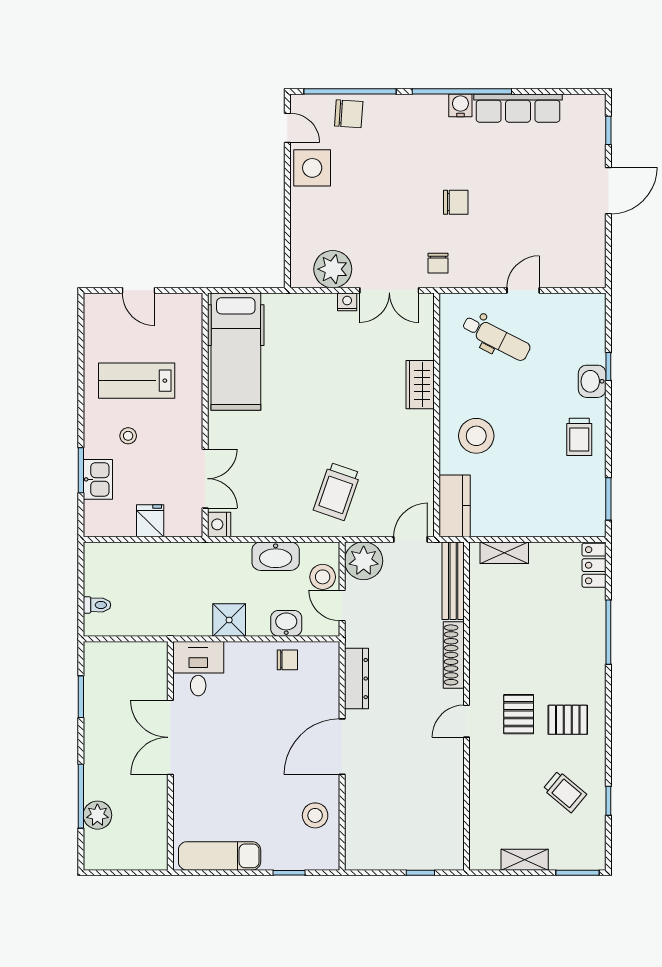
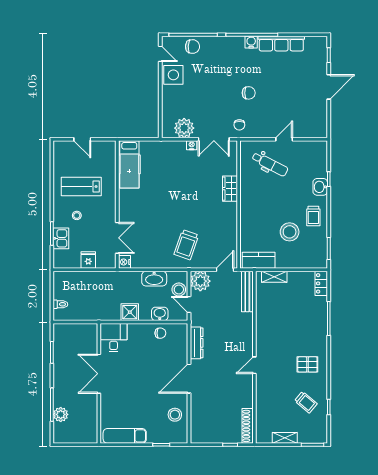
hospital bed: (236, 352) -> (129, 164), width x0.73, depth x0.78
stool: (476, 436) -> (290, 232), moved
kitchen counter: (455, 506) -> (259, 260), moved, turned -90
shoe rack: (454, 655) -> (248, 426), moved
pallet: (519, 714) -> (282, 362), removed

